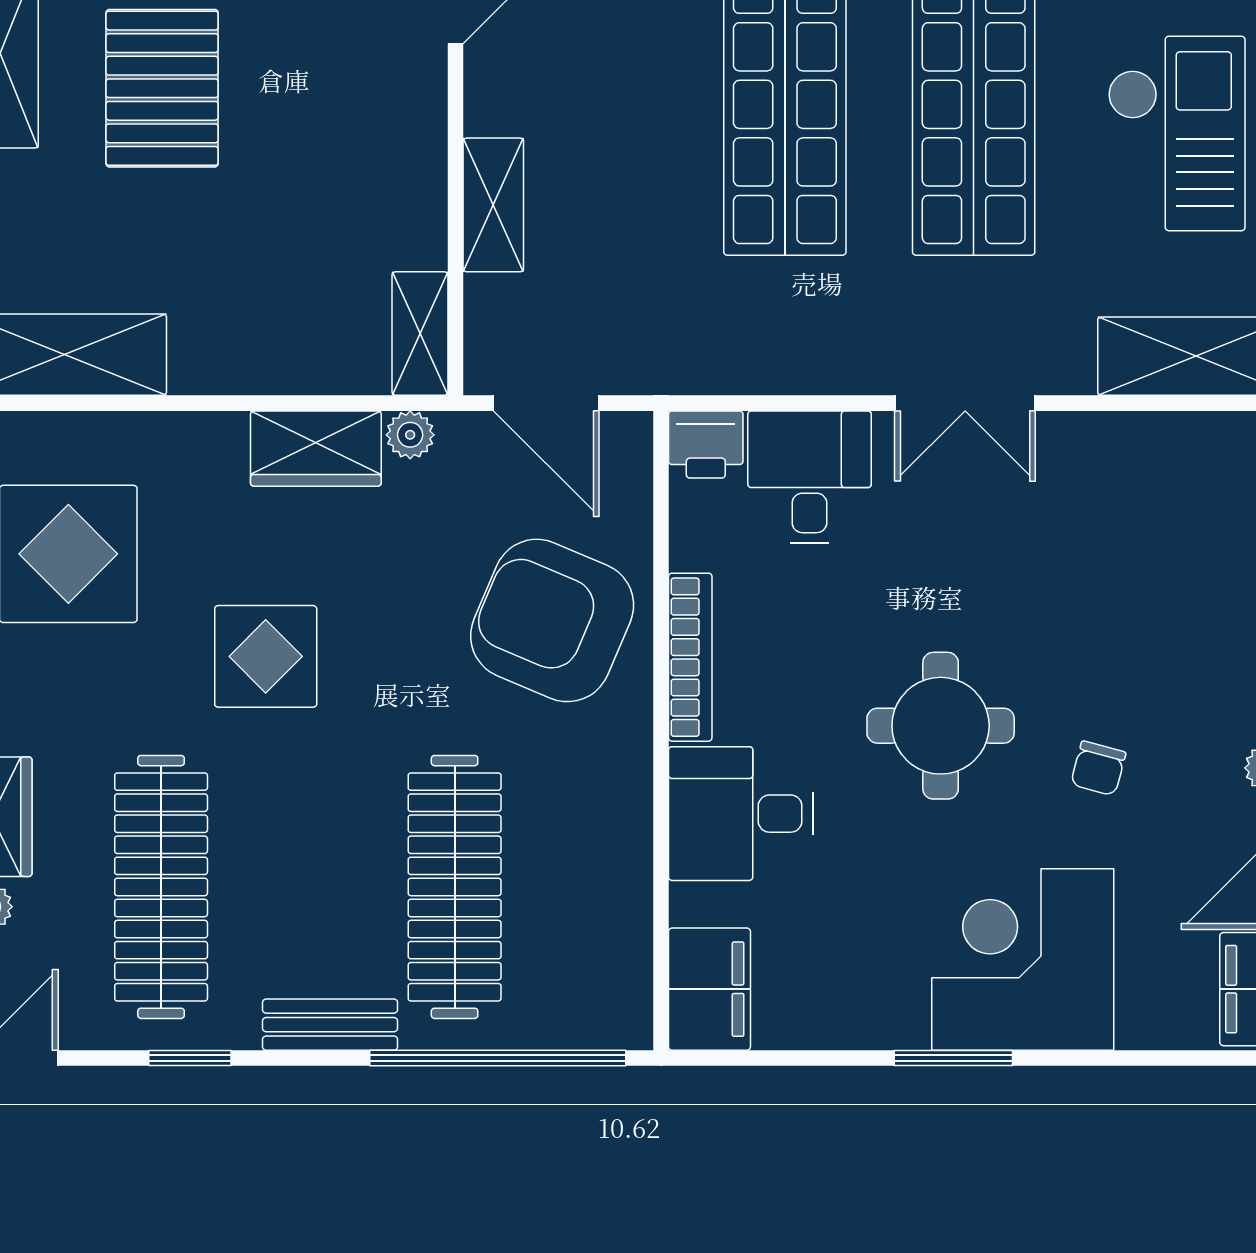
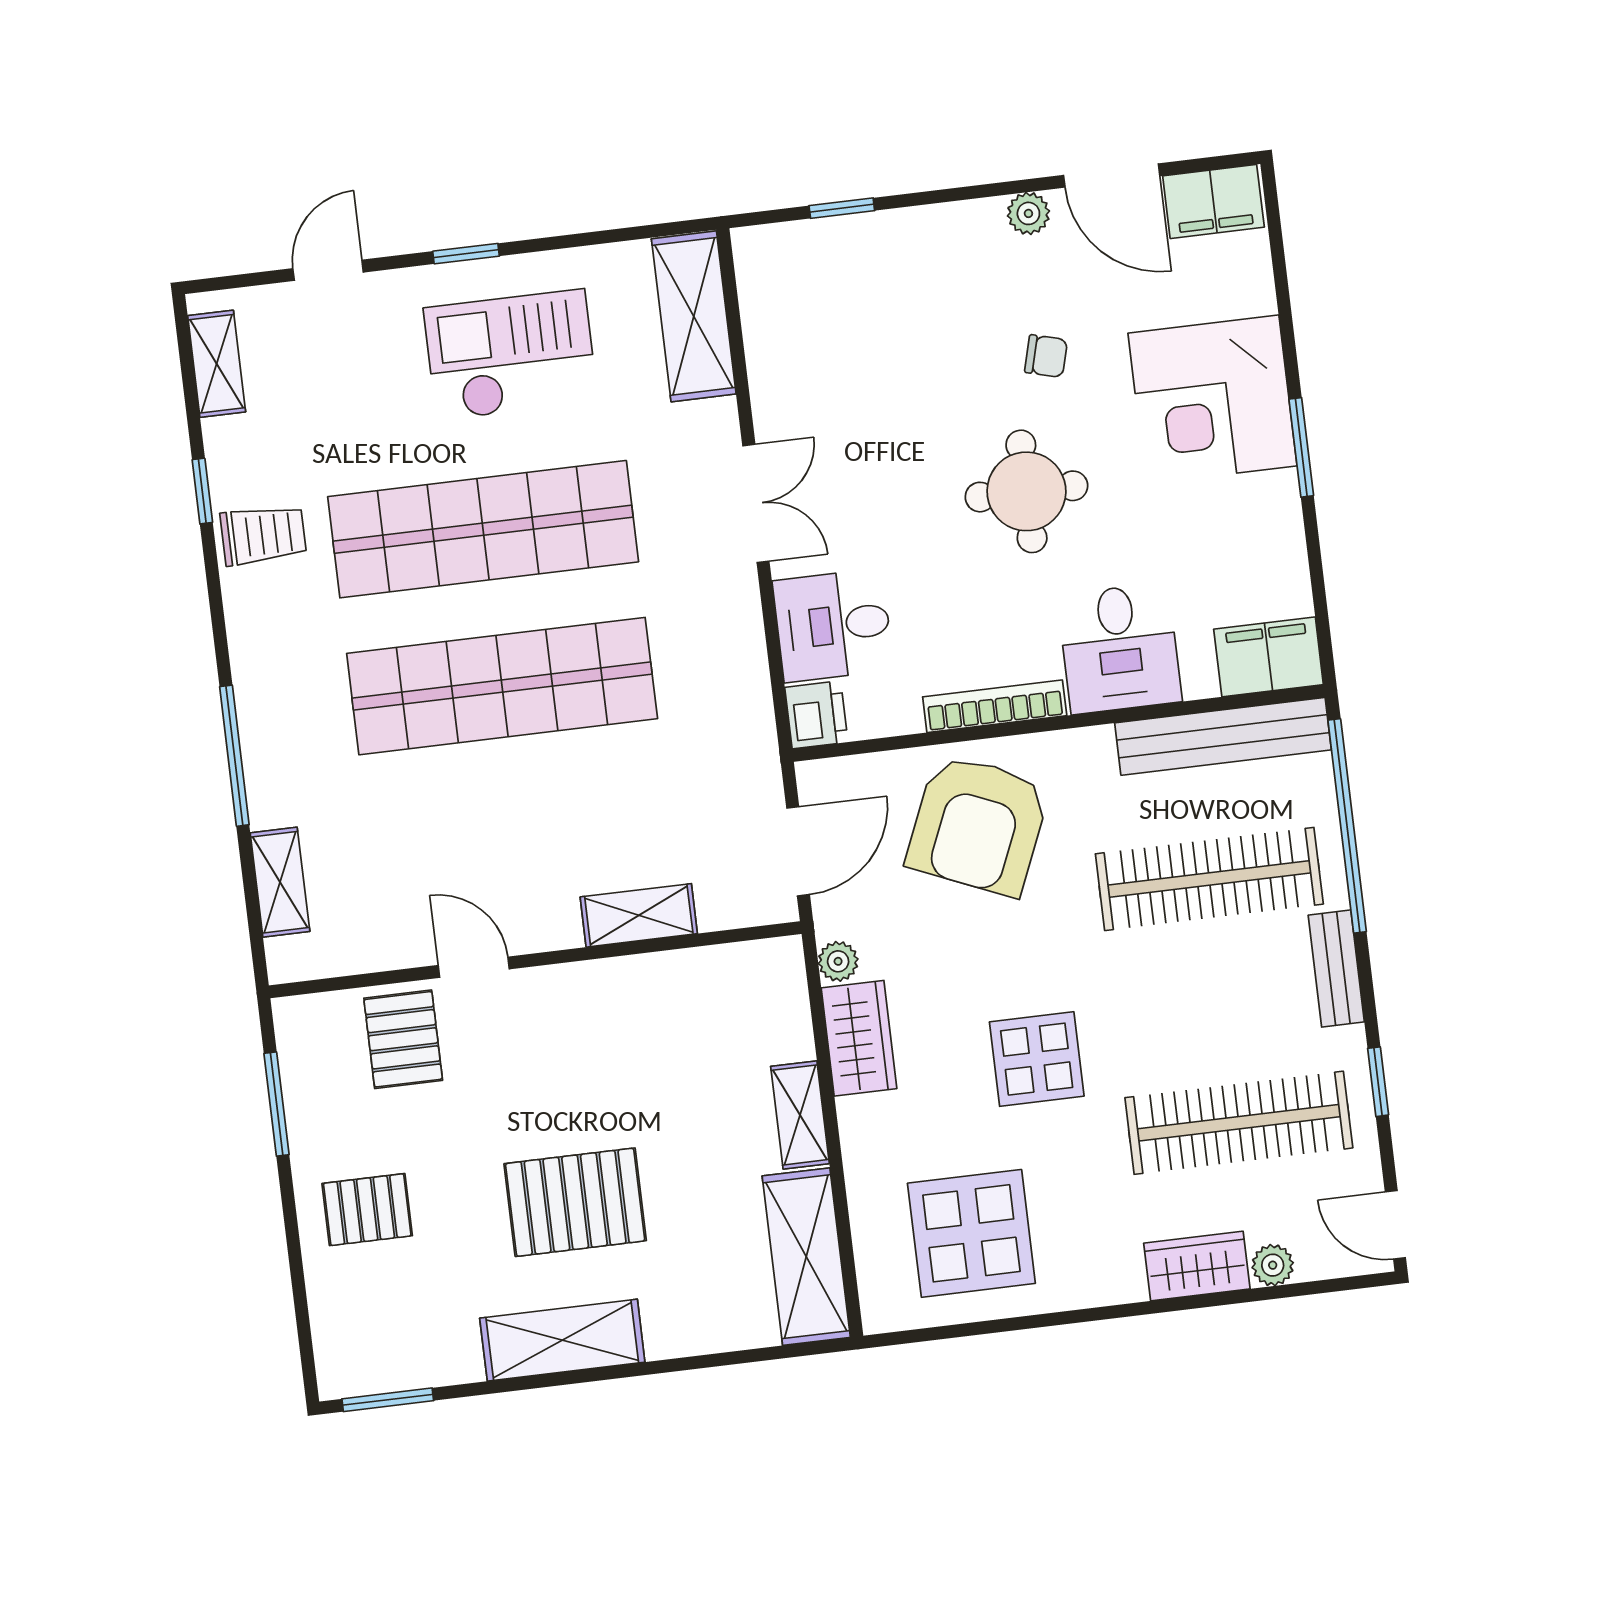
shelving: (420, 334) -> (800, 1115), moved, turned 90
bench: (622, 924) -> (1223, 736), added

